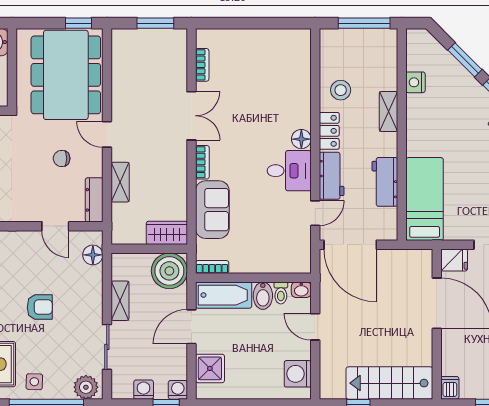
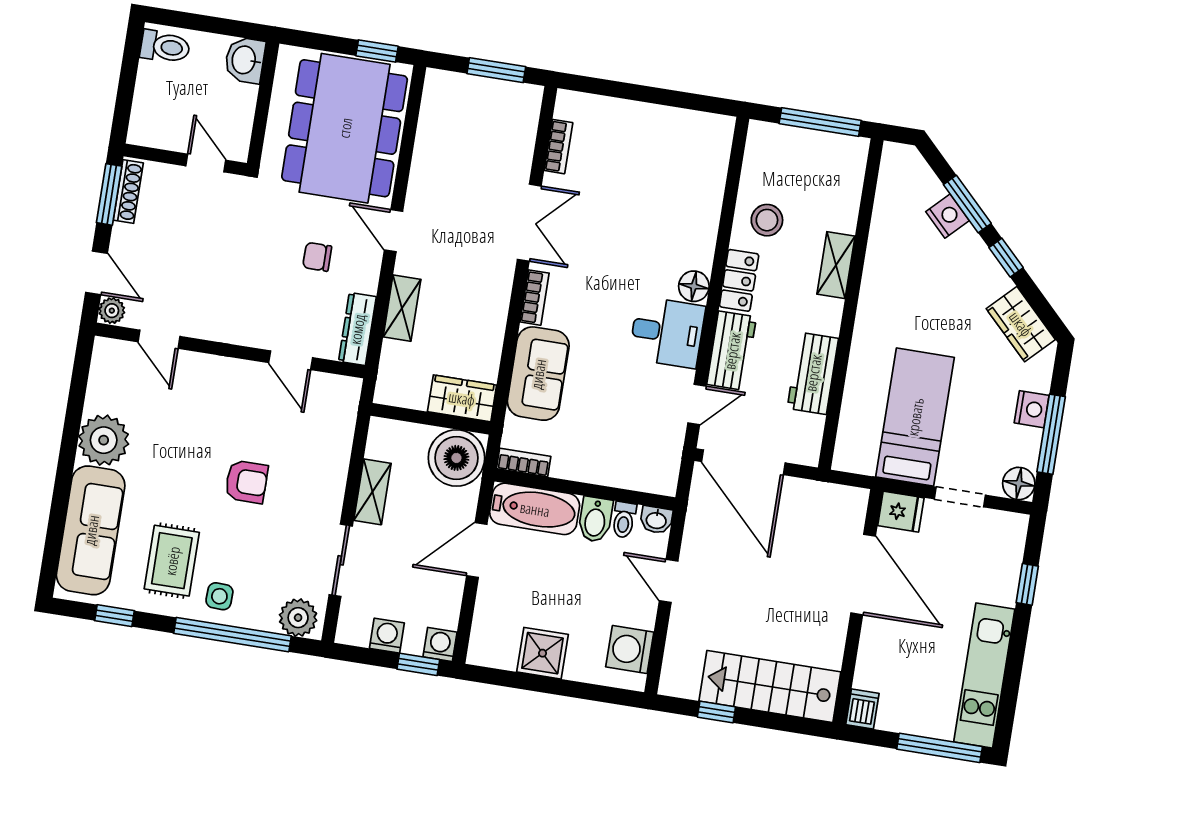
nightstand: (415, 82) -> (947, 216), moved, turned 135
bed: (425, 199) -> (915, 417), moved
floor lamp: (93, 255) -> (342, 414), removed
shower: (210, 368) -> (543, 653), moved

